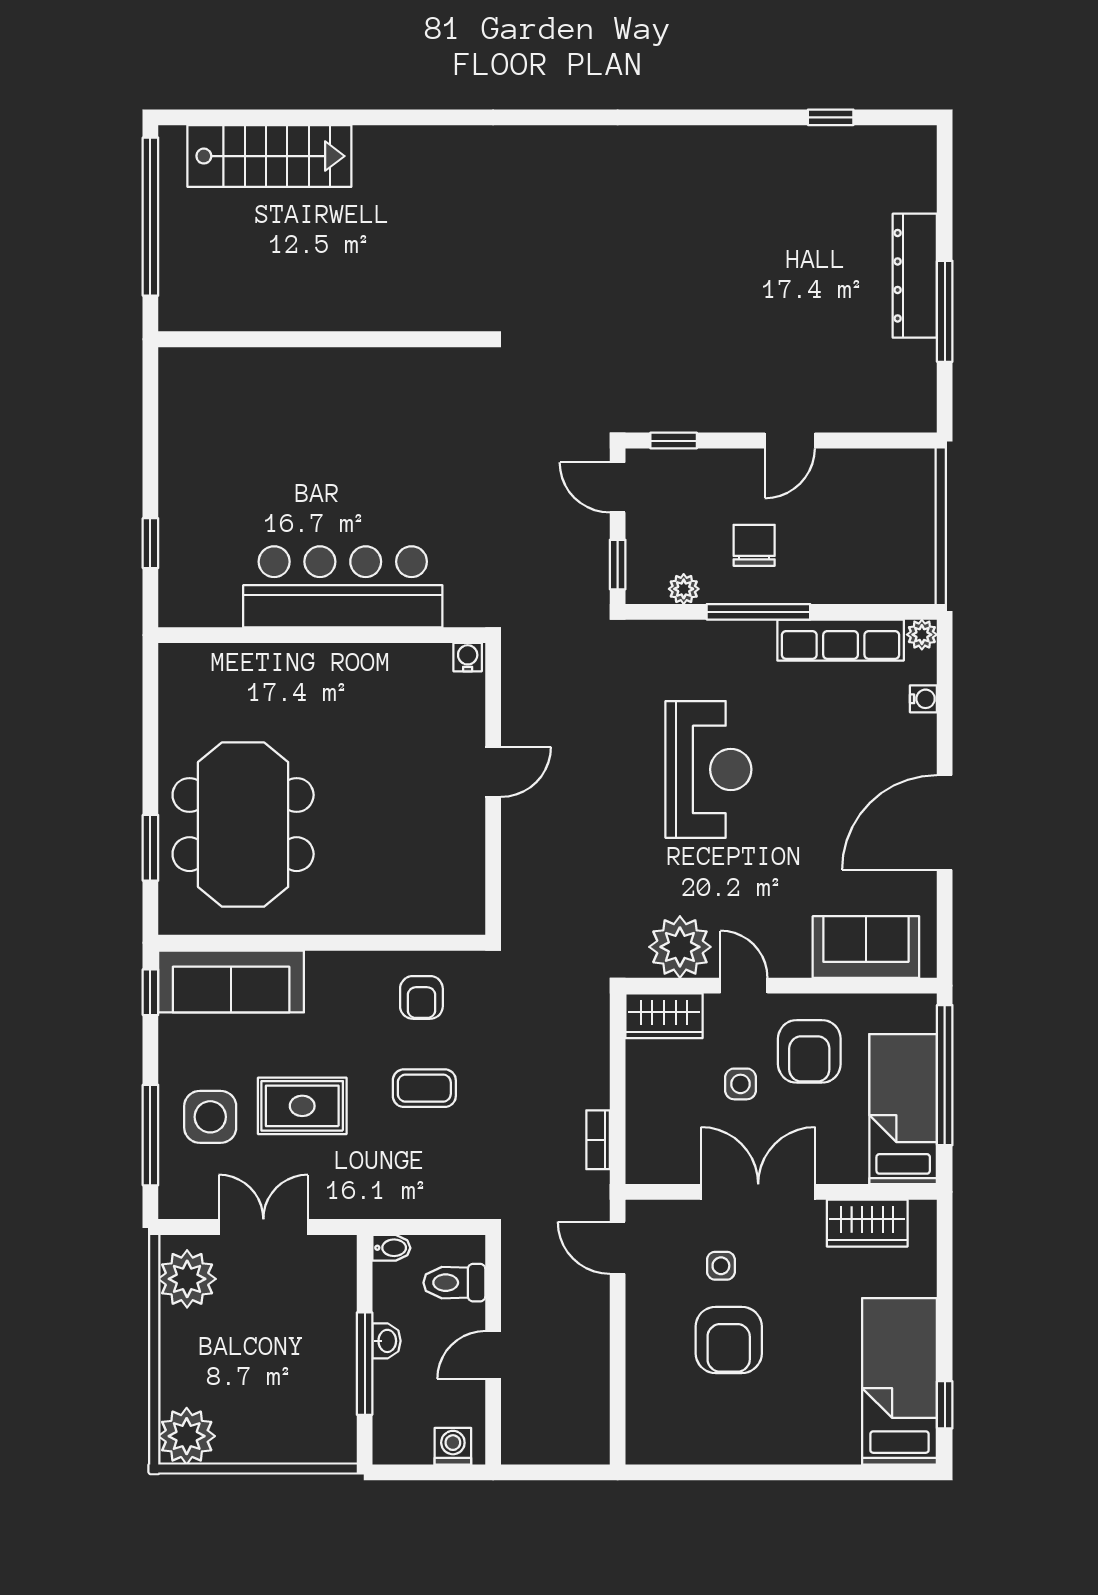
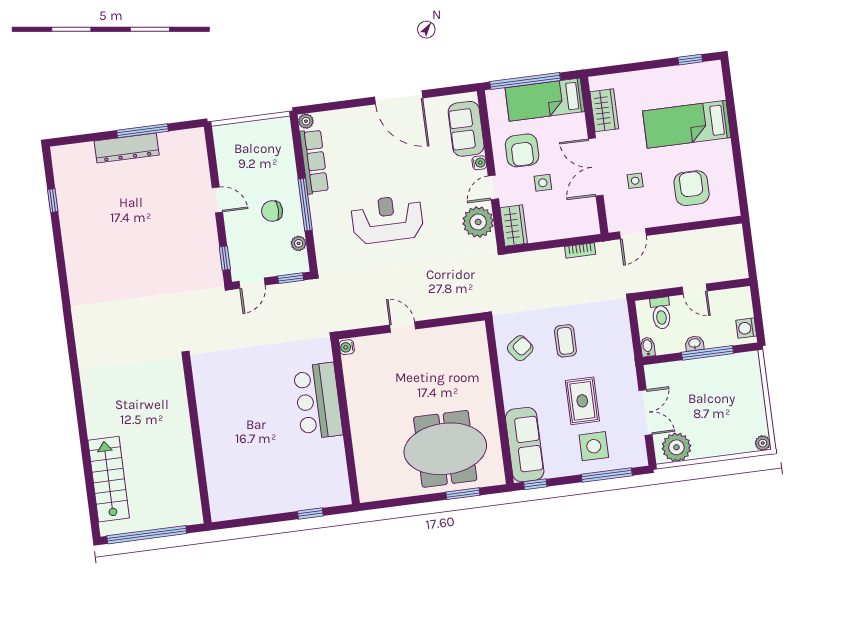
bar counter: (343, 587) -> (318, 401), width x0.73
water cooler: (923, 699) -> (479, 163), moved, turned 90
armchair: (421, 997) -> (520, 348), turned -37
armchair: (809, 1051) -> (522, 150), turned 90
double door: (263, 1227) -> (646, 412), swing flipped
armchair: (729, 1340) -> (692, 188), moved, turned -90
bed: (899, 1381) -> (687, 124), moved
plant: (187, 1436) -> (763, 443), width x0.53, depth x0.53
washing machine: (453, 1446) -> (746, 328), moved

